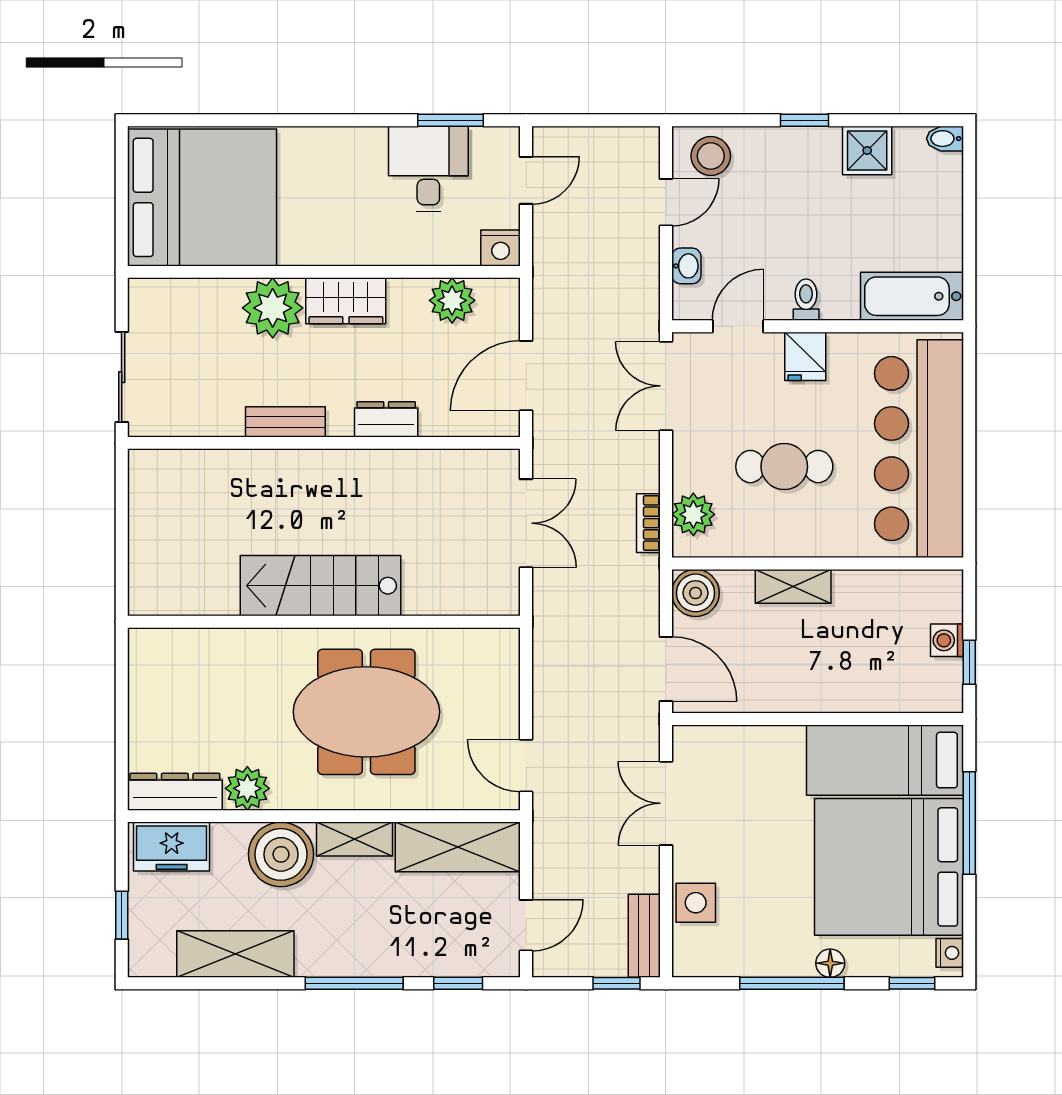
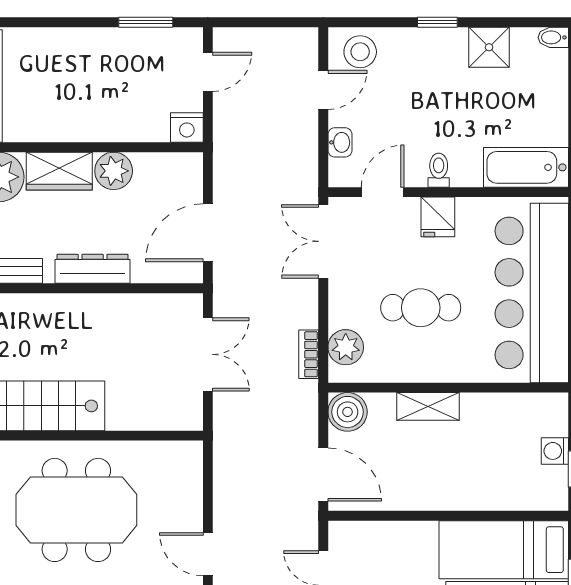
desk: (428, 169) -> (127, 62), removed
plant: (452, 300) -> (114, 171), moved
dresser: (386, 419) -> (93, 269), width x1.44

